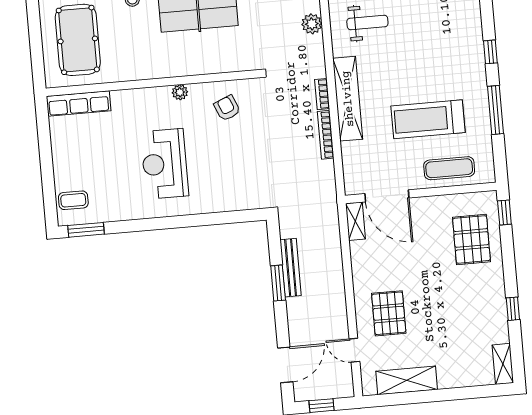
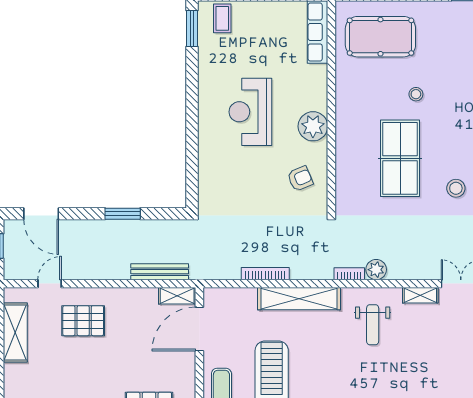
plant: (180, 92) -> (313, 126), width x1.88, depth x1.88
bookcase: (322, 94) -> (349, 274), moved
reception desk: (165, 164) -> (250, 112), turned -90
bench: (291, 268) -> (160, 272), moved

